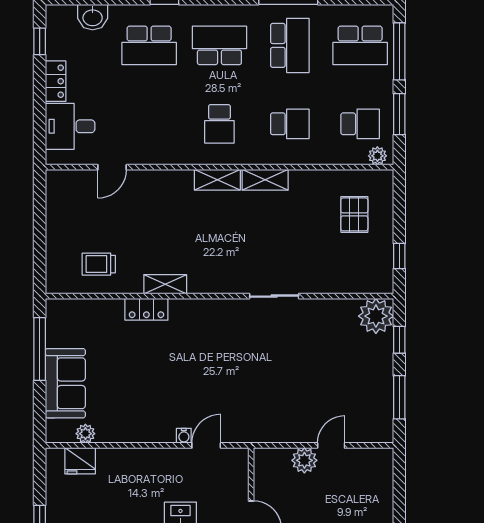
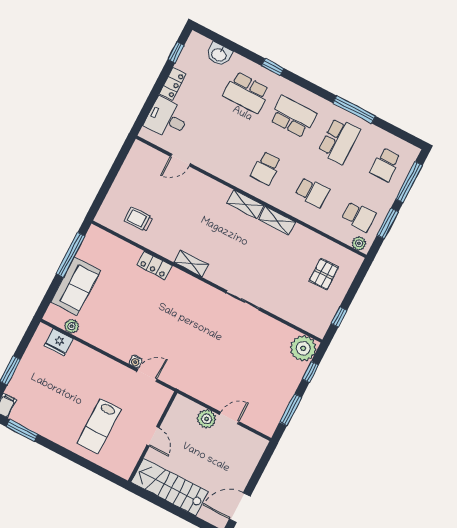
school desk: (360, 45) -> (385, 165), width x0.54
shelving: (165, 284) -> (191, 264), moved

